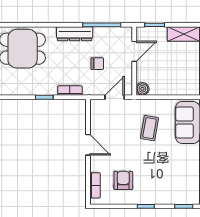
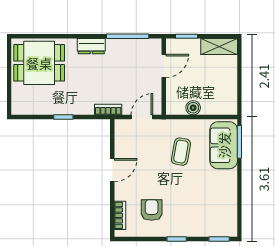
dresser: (75, 34) -> (91, 46), width x0.70
chair: (97, 64) -> (123, 80), removed
boiler: (142, 89) -> (193, 108), moved
bookcase: (70, 90) -> (108, 110), moved
door: (88, 145) -> (112, 170), hinge flipped

